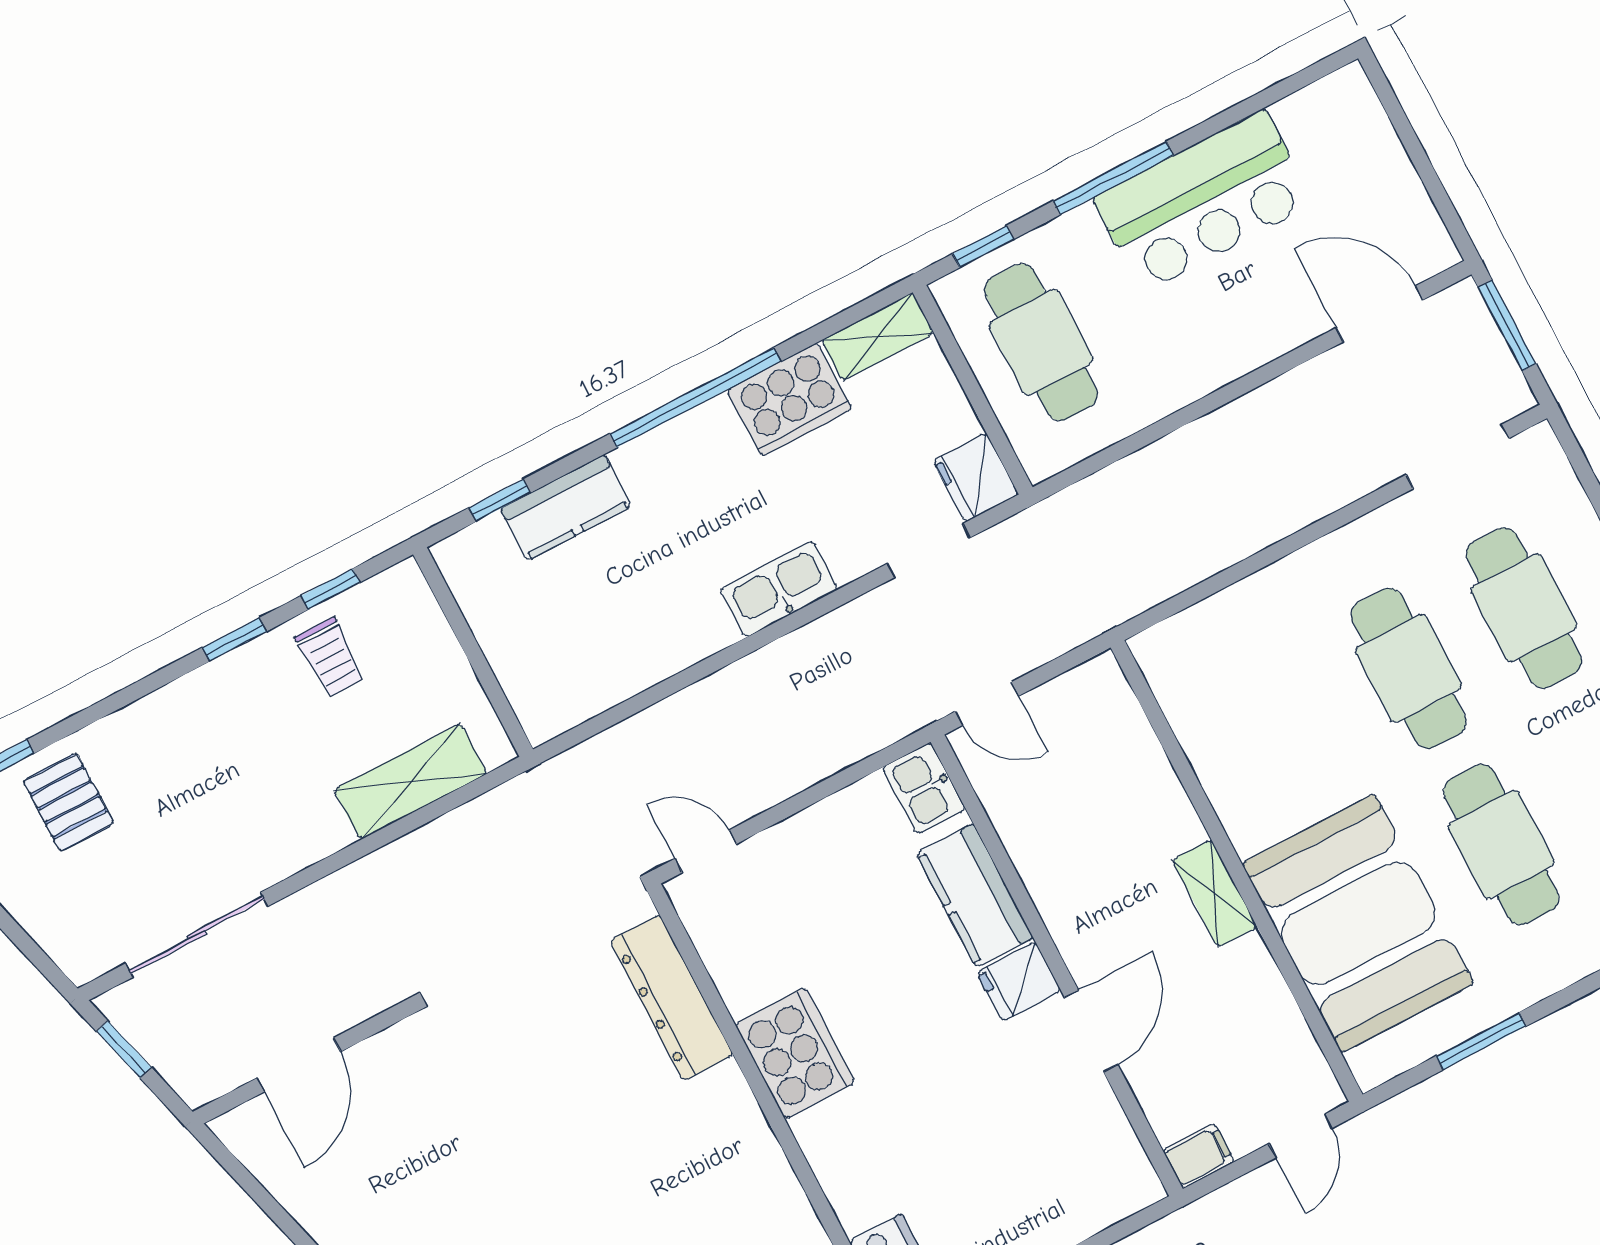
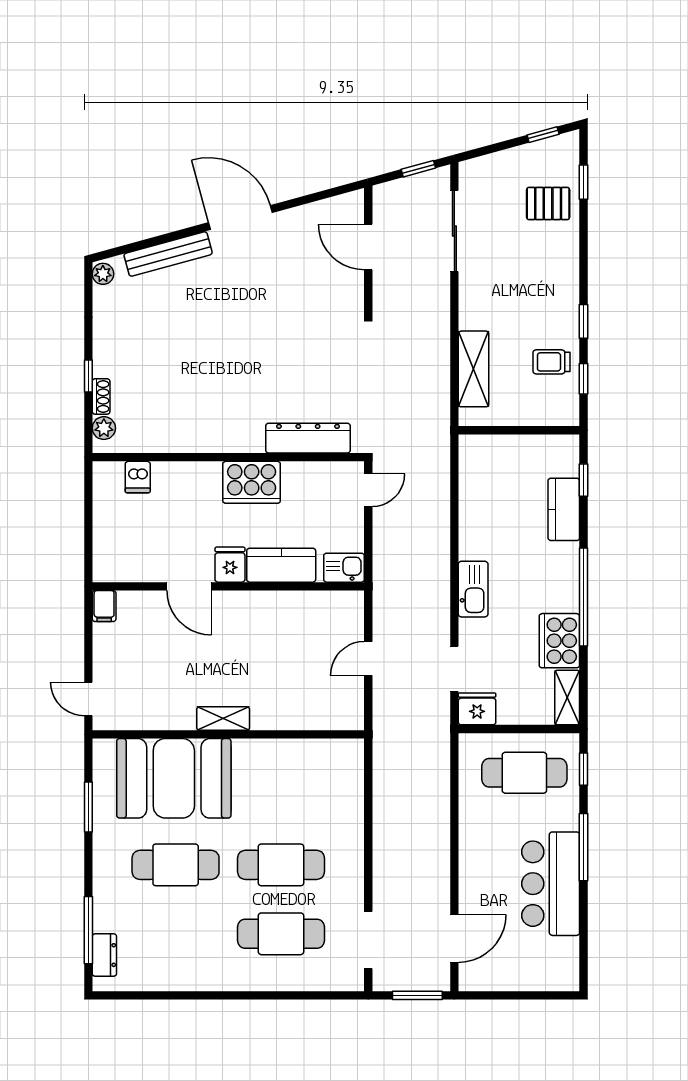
kitchen sink: (924, 788) -> (344, 568), moved
kitchen counter: (975, 896) -> (281, 565), moved
wall: (1057, 965) -> (228, 586), moved
fridge: (1019, 982) -> (230, 565), moved
door: (1091, 1031) -> (189, 586), moved
filing cabinet: (1199, 1156) -> (104, 606), moved

